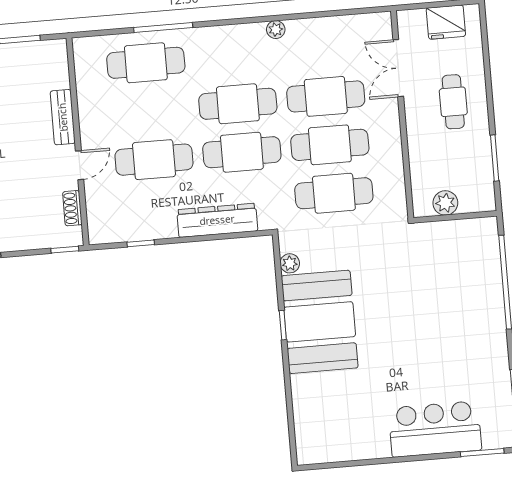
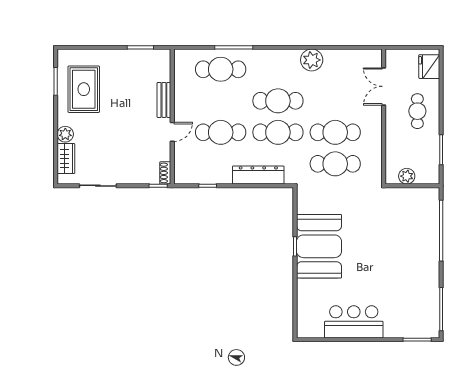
fridge: (446, 22) -> (429, 67), moved, turned 90
plant: (276, 30) -> (312, 60), width x1.87, depth x1.87
cafe table: (326, 96) -> (335, 101), removed
shoe rack: (72, 208) -> (165, 173), moved
plant: (290, 263) -> (303, 207), removed
bar counter: (435, 429) -> (354, 322), moved

